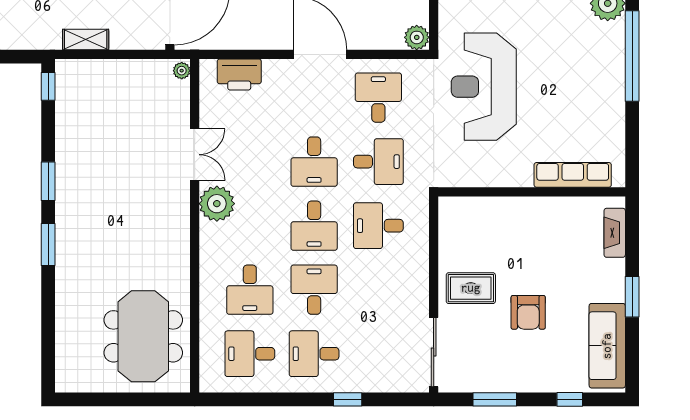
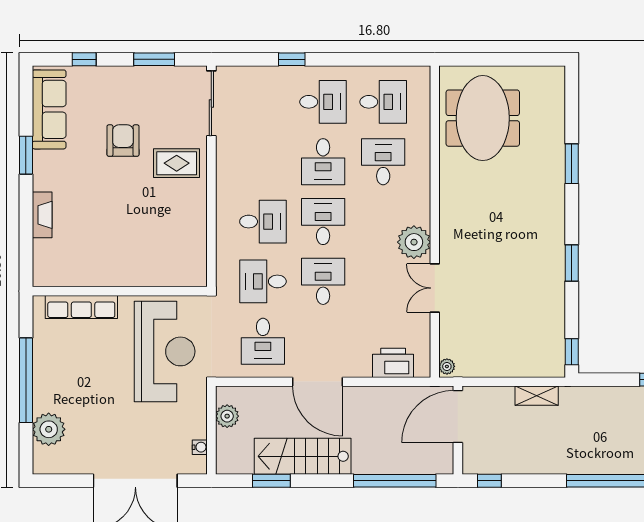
plant: (417, 37) -> (227, 416), moved
row of seats: (573, 175) -> (81, 307), moved
wall: (532, 192) -> (120, 291), moved
window: (48, 245) -> (572, 164), moved

